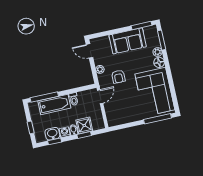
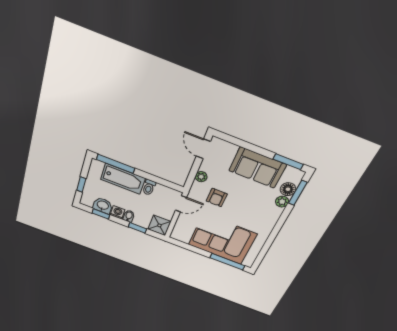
floor lamp: (159, 62) -> (288, 189), moved
corner sofa: (155, 92) -> (222, 239), moved, turned 90
shower: (84, 125) -> (159, 225), moved

